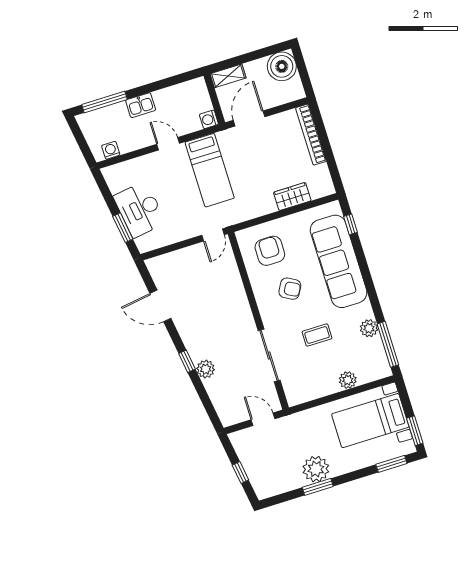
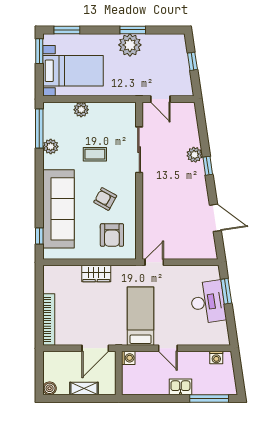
boiler: (282, 66) -> (50, 388), width x0.54, depth x0.54
shelving: (228, 76) -> (84, 389), moved
wardrobe: (292, 197) -> (96, 274), moved

